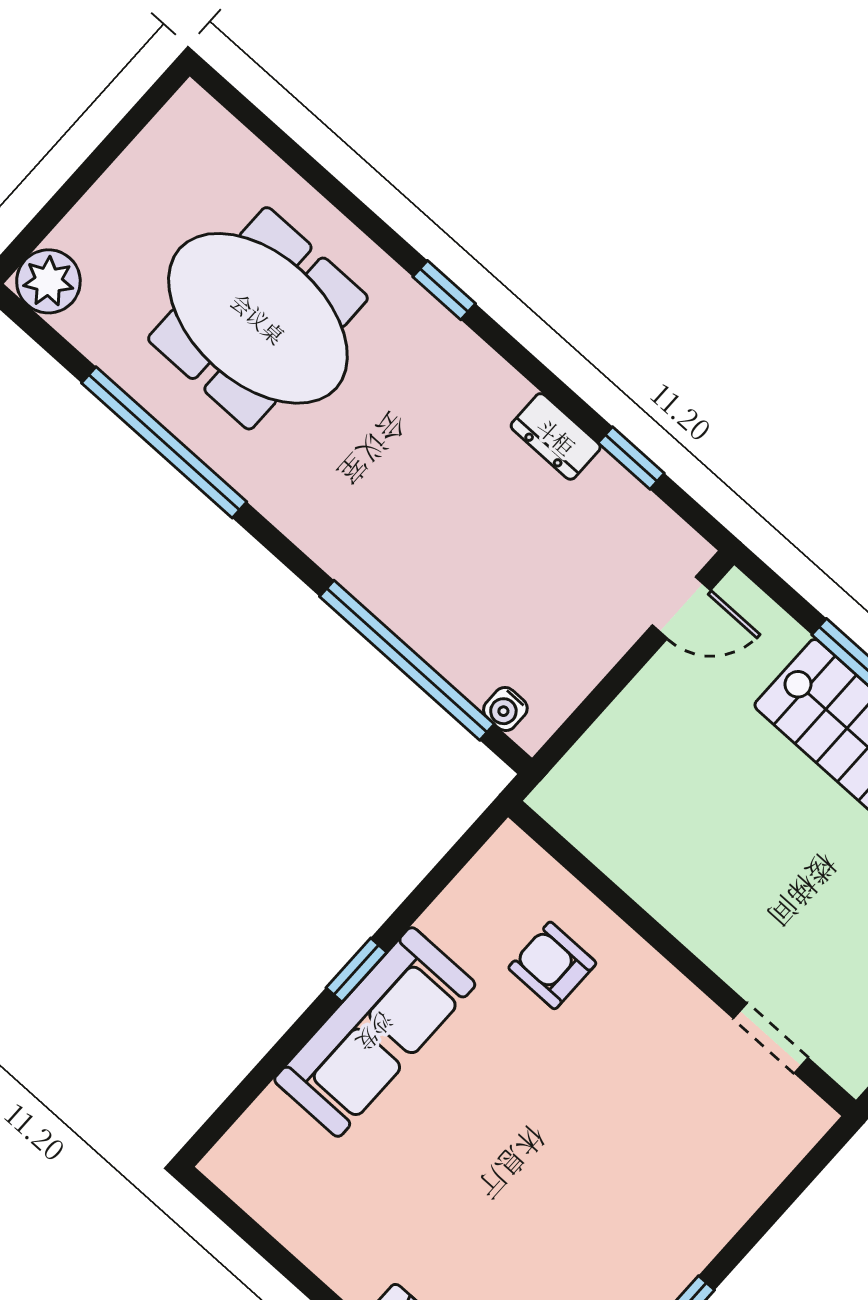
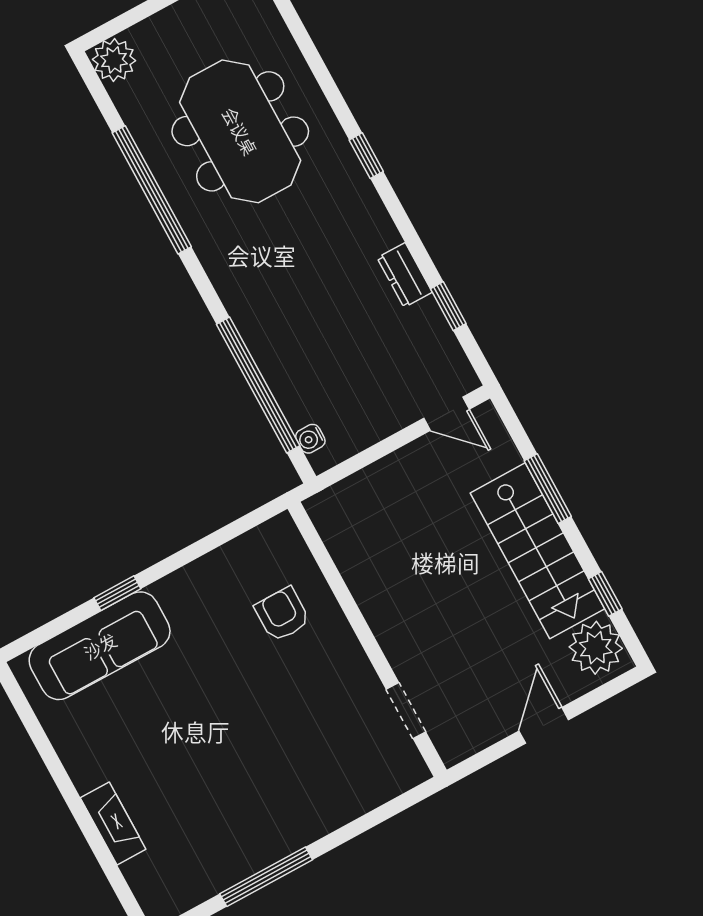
window: (356, 970) -> (117, 593), moved
sofa: (375, 1032) -> (100, 646), moved

